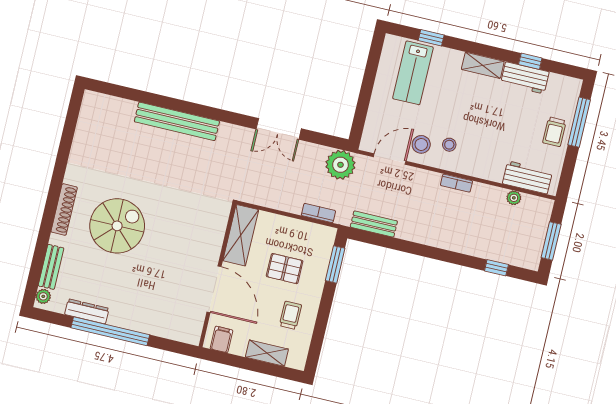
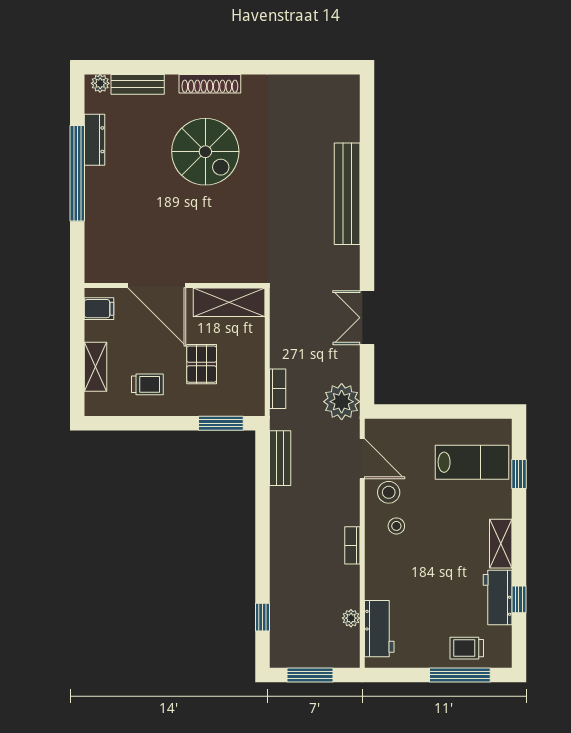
lab bench: (413, 73) -> (472, 462), turned 180
trolley: (554, 132) -> (467, 648), moved
door: (214, 289) -> (157, 286), hinge flipped

